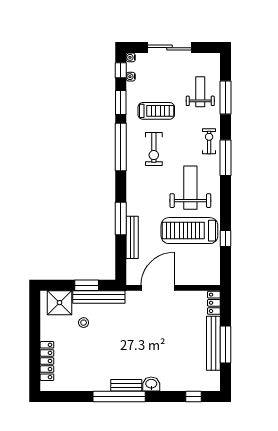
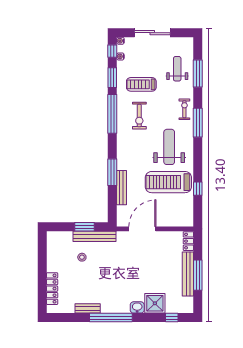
treadmill: (156, 111) -> (141, 84), turned 180
shower: (60, 303) -> (155, 303), moved
bench: (126, 385) -> (88, 308), moved

